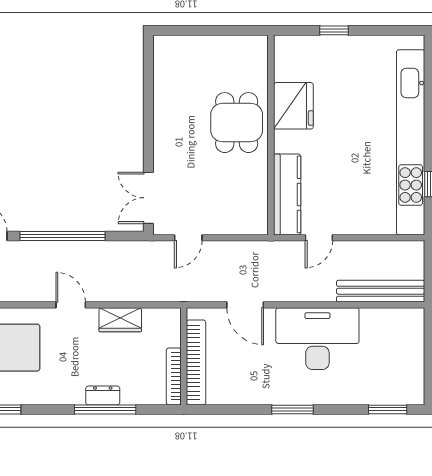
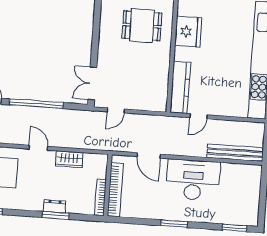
dining table: (237, 123) -> (142, 26), moved, turned 90
window: (105, 409) -> (56, 215), width x0.69

